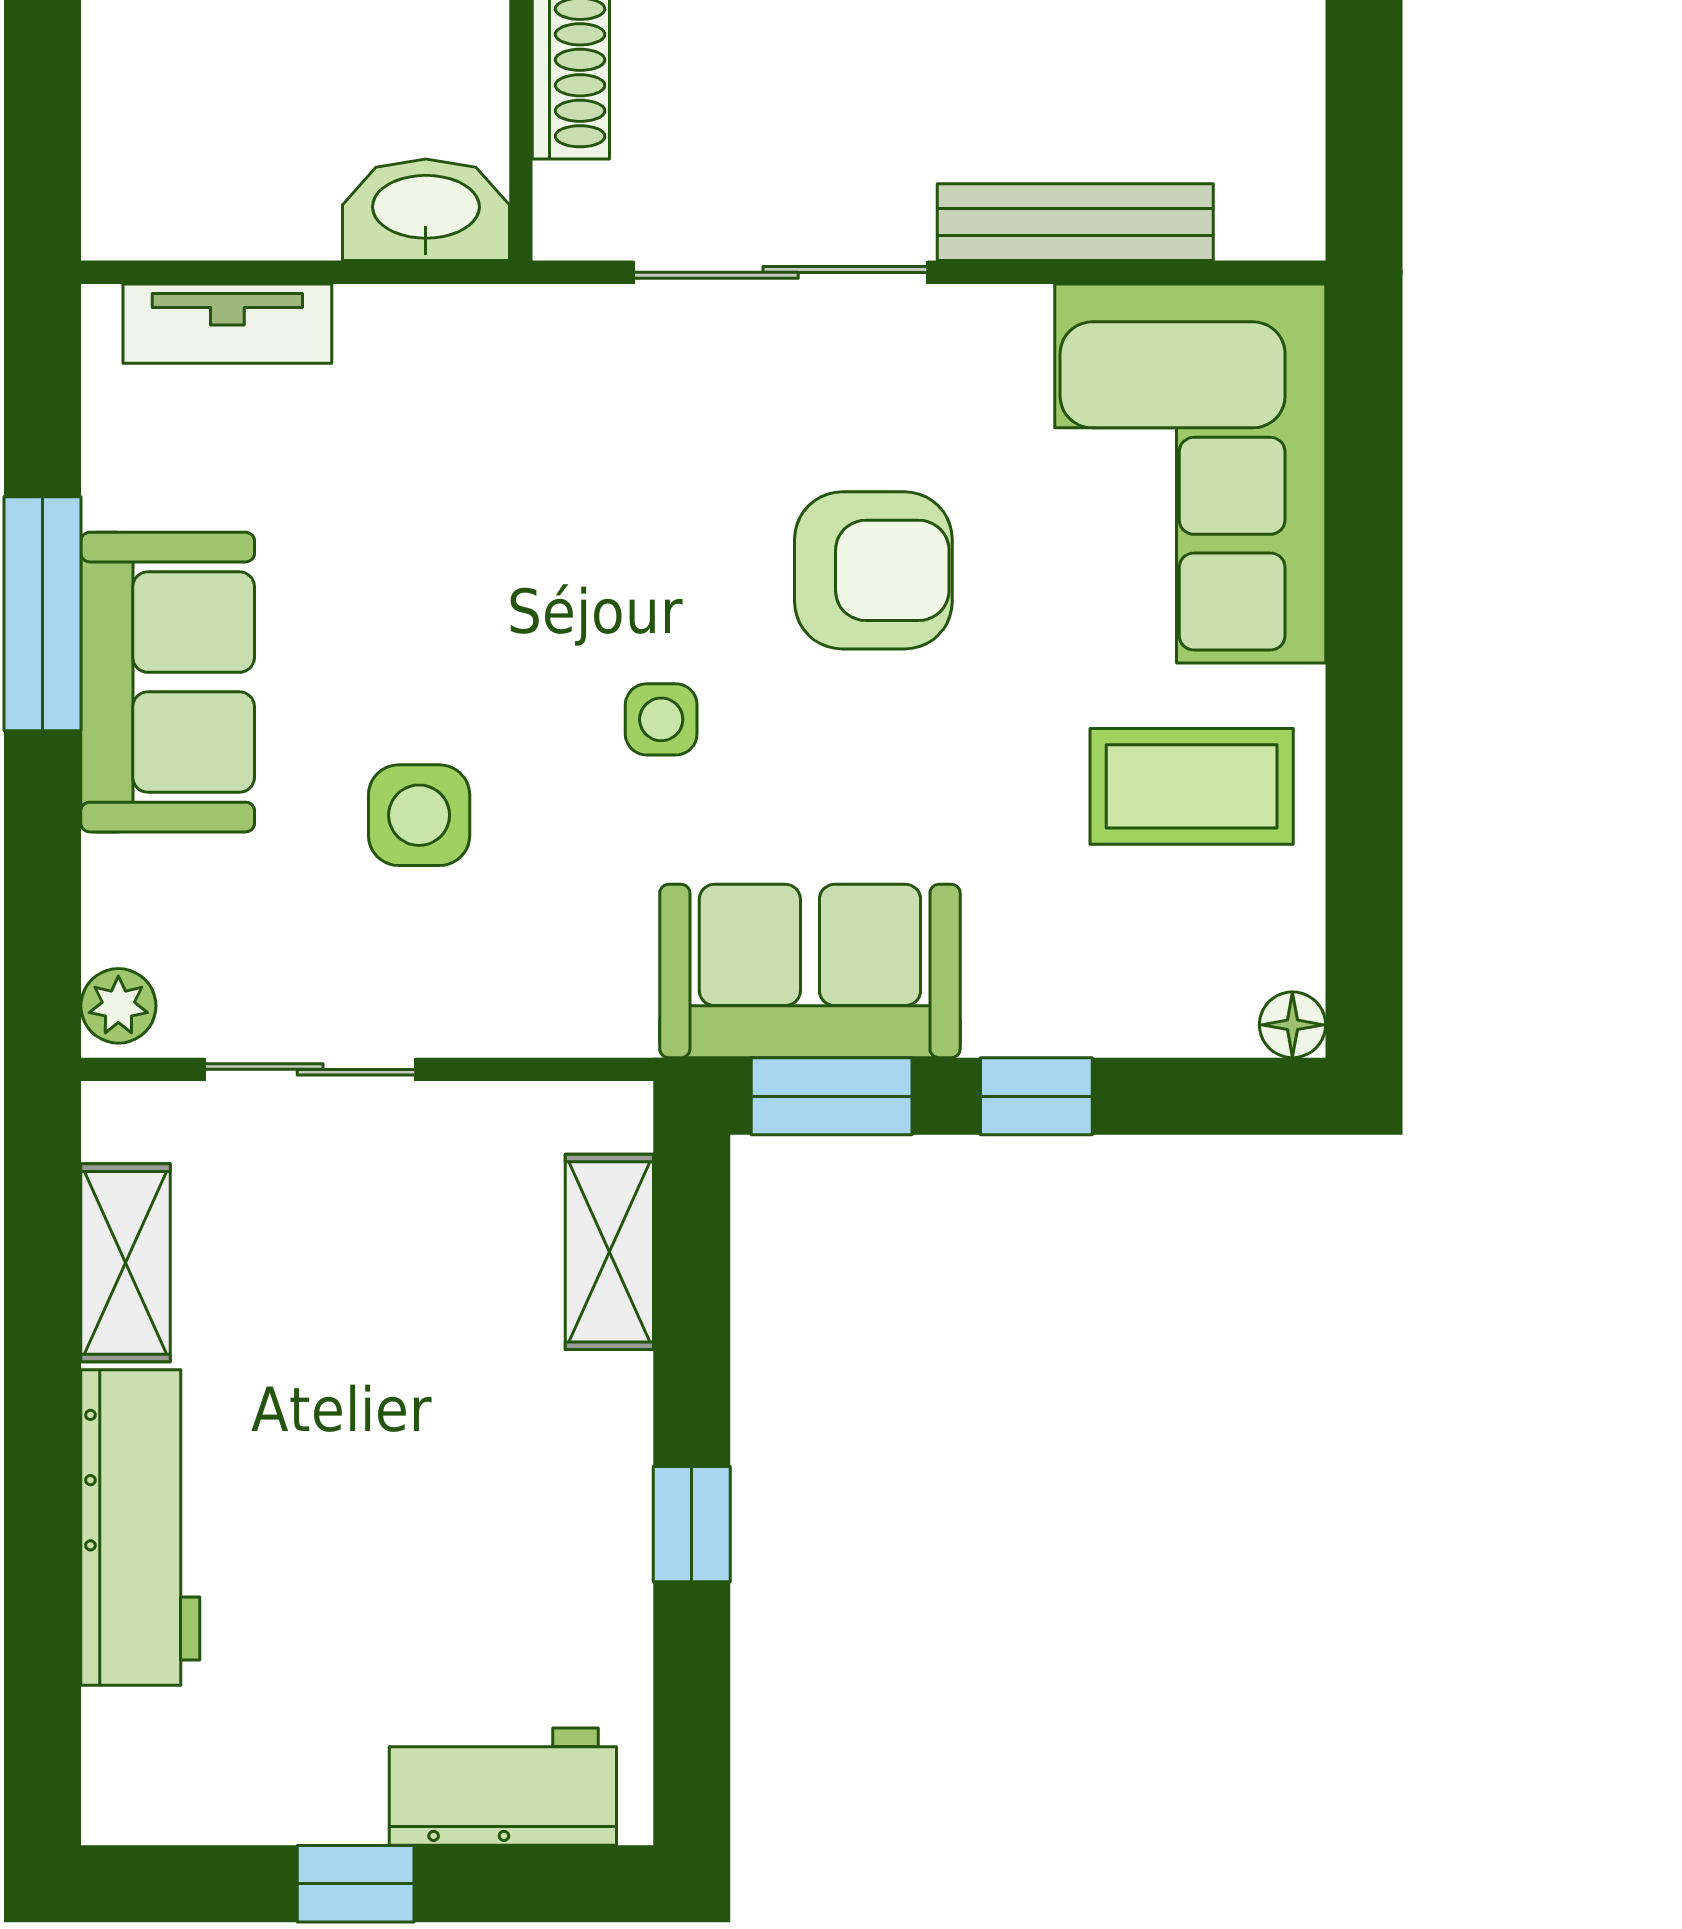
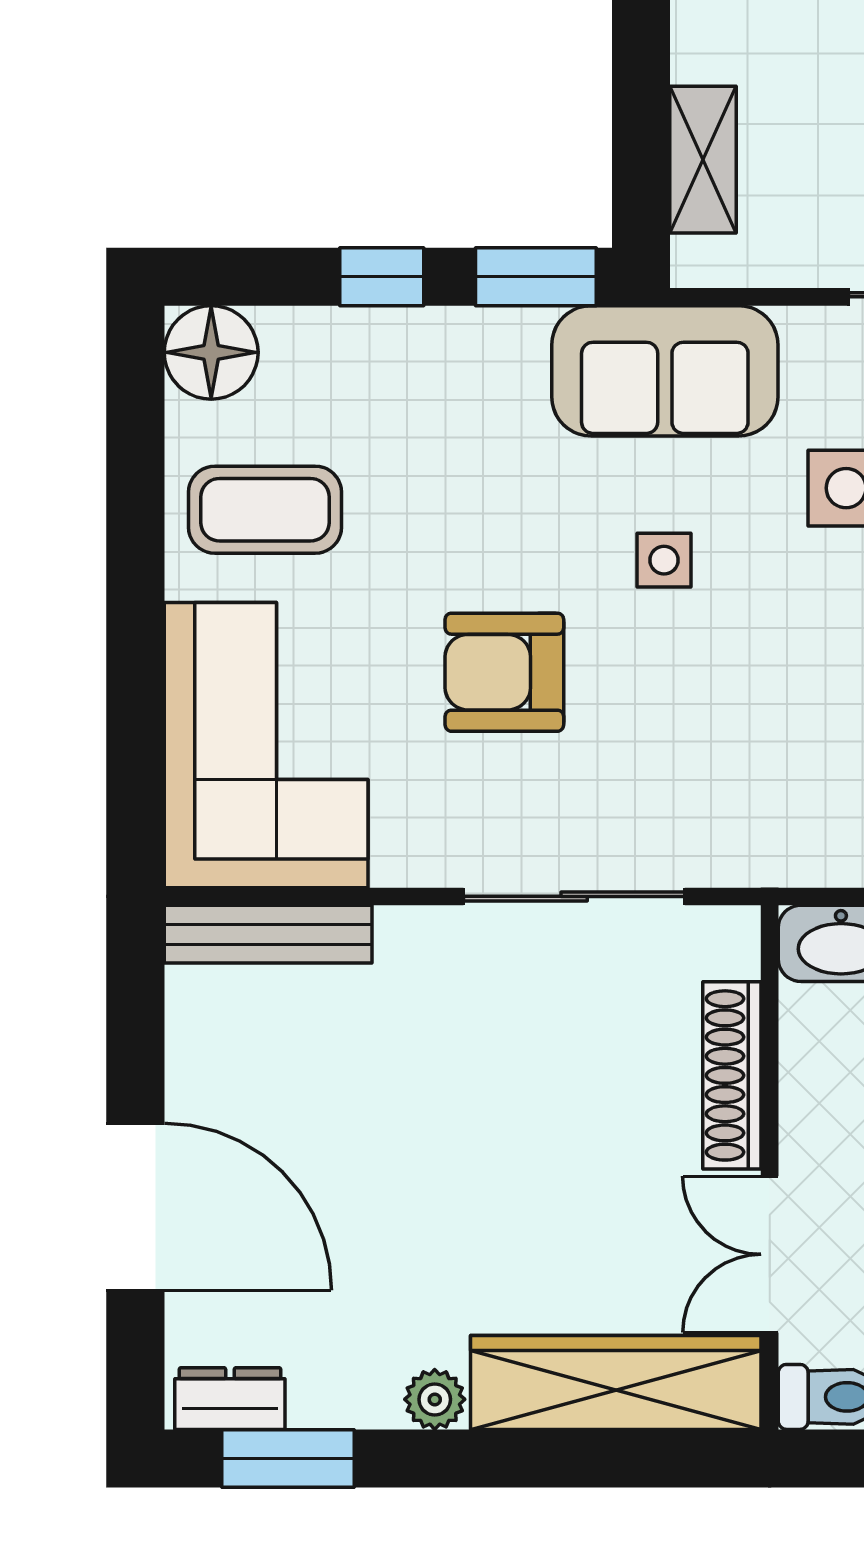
bench: (1075, 222) -> (268, 934), moved
sofa: (810, 971) -> (665, 371), moved
floor lamp: (1292, 1025) -> (211, 352), width x1.89, depth x1.89

